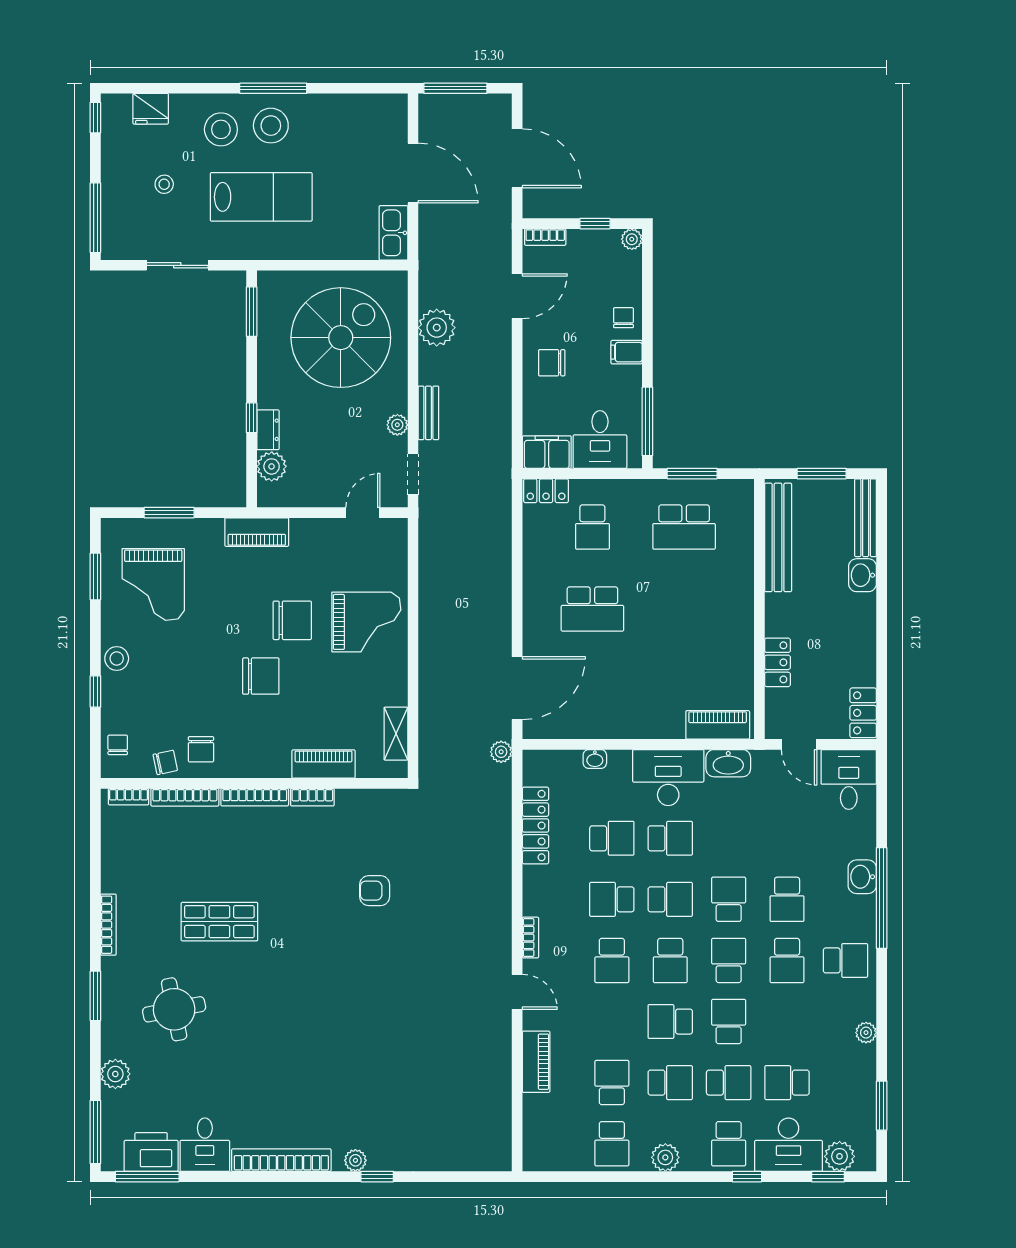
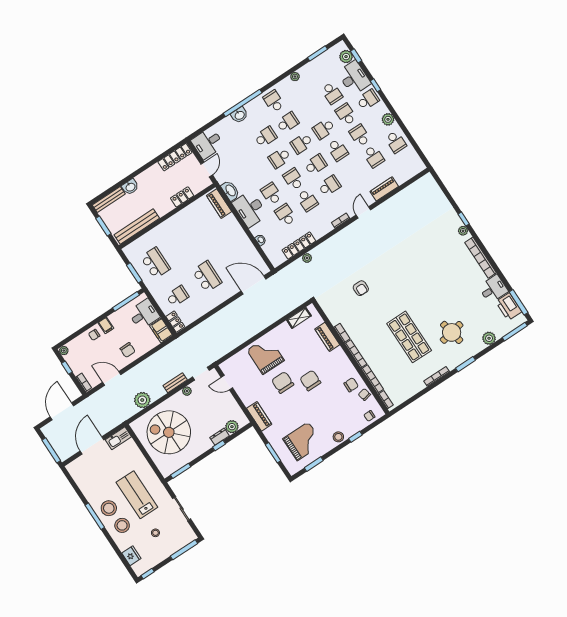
locker: (863, 713) -> (175, 157), width x1.53
plant: (501, 752) -> (307, 258), moved
shop shelf: (219, 922) -> (409, 337), width x1.43, depth x1.36
school desk: (612, 1083) -> (374, 157), turned -90
school desk: (612, 1144) -> (396, 142), turned 90

